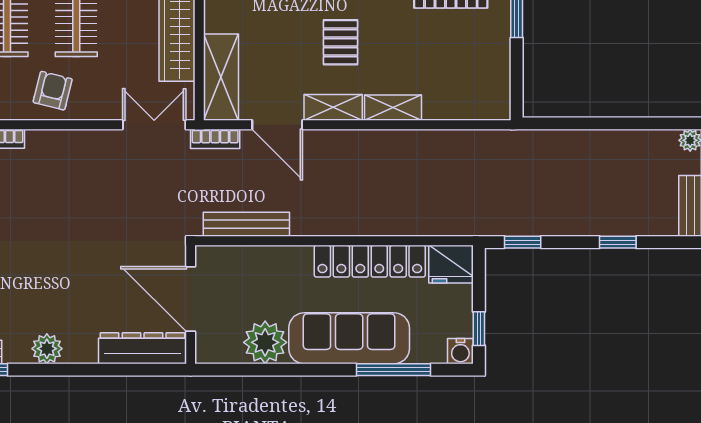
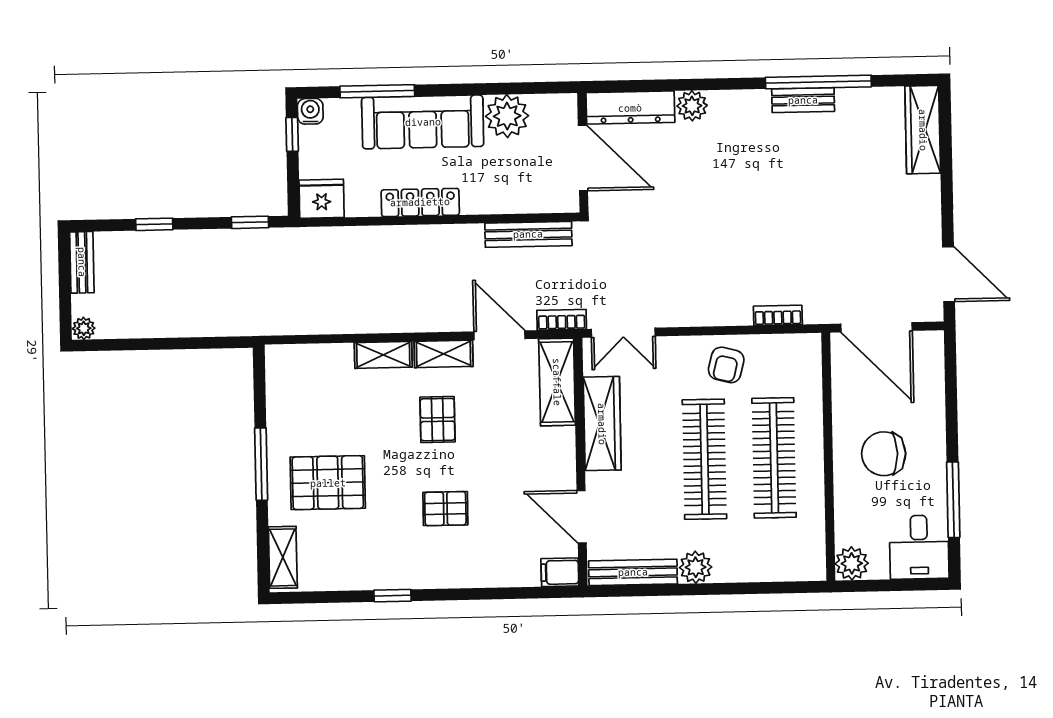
locker: (370, 261) -> (420, 202), width x0.71, depth x0.83
plant: (47, 349) -> (692, 106), moved

